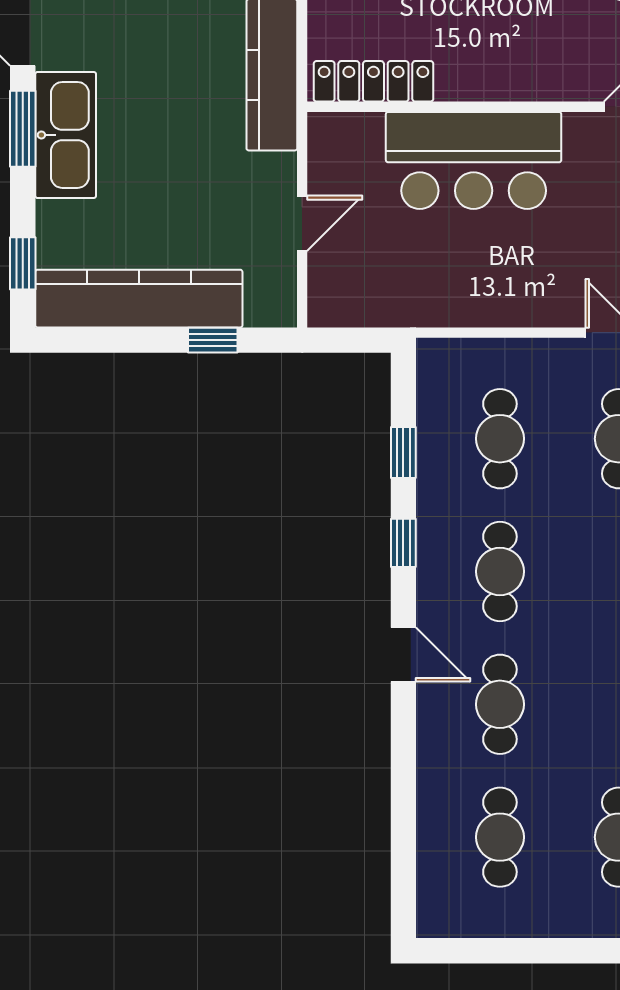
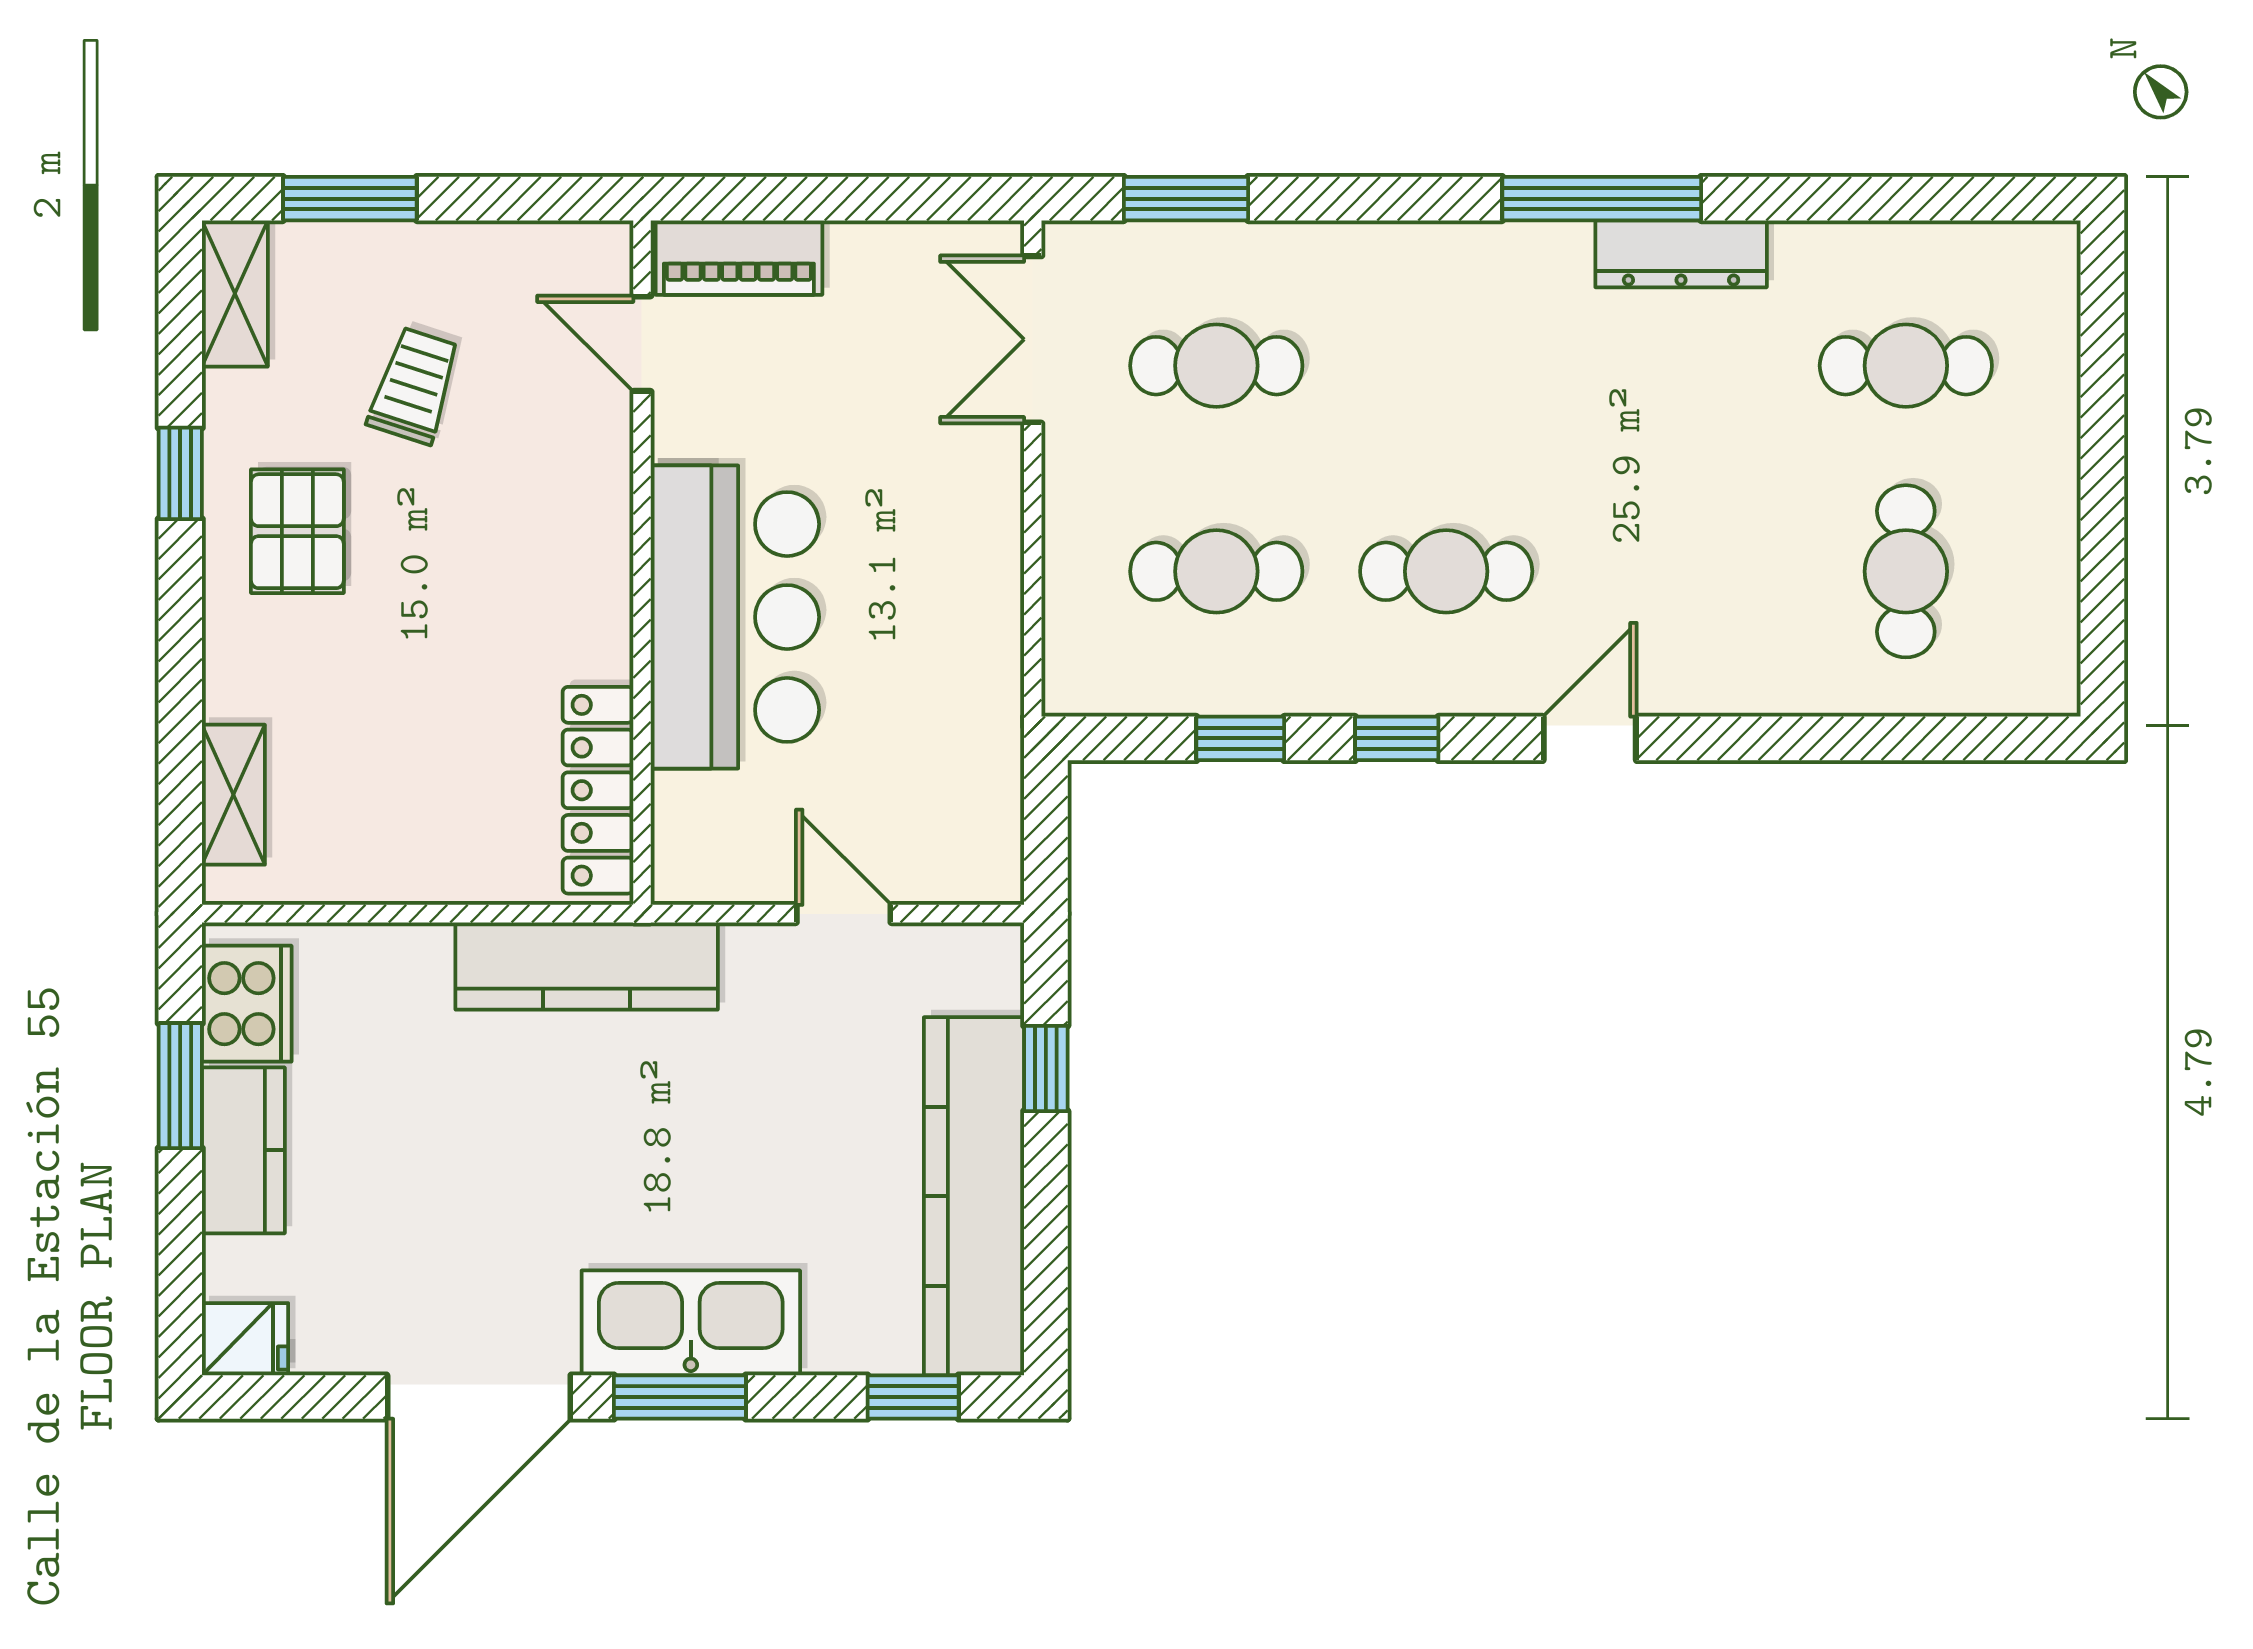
cafe table: (500, 704) -> (1676, 571), removed
cafe table: (500, 837) -> (1906, 571), turned 90

